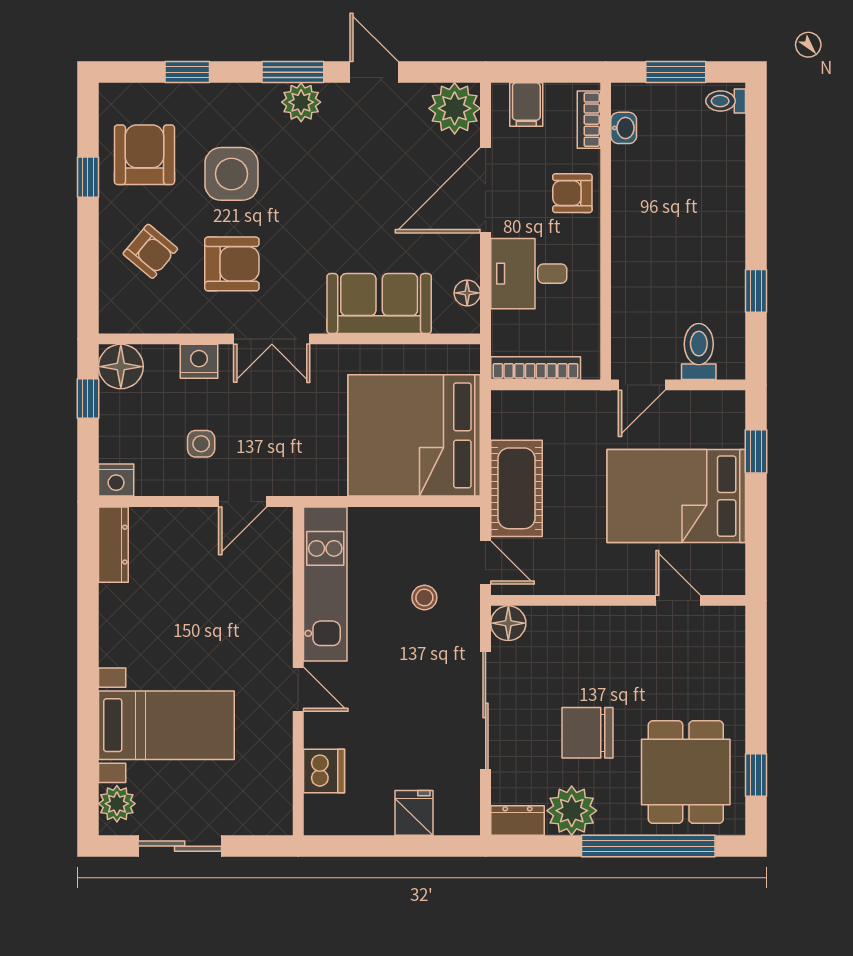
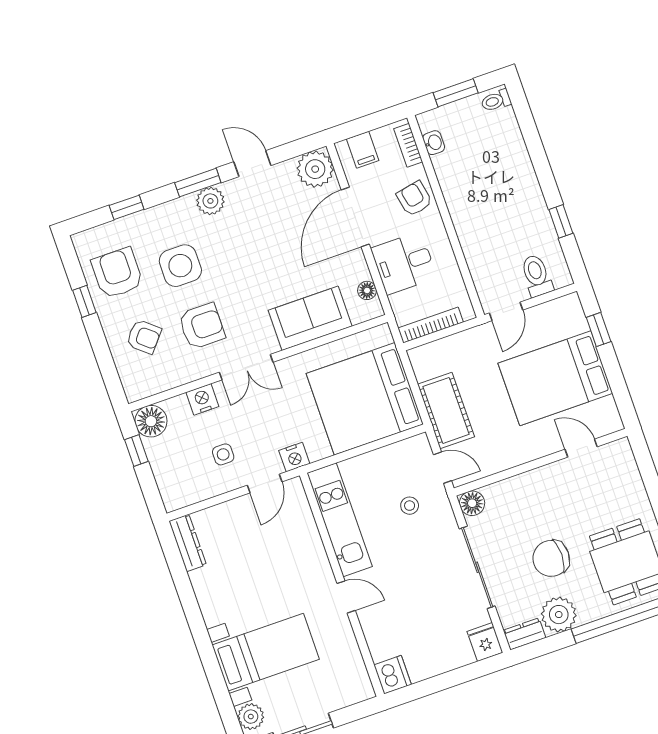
armchair: (572, 193) -> (414, 199), turned 79
nightstand: (116, 480) -> (294, 457), moved
dishwasher: (324, 771) -> (393, 675), moved
fridge: (414, 813) -> (485, 642), moved

